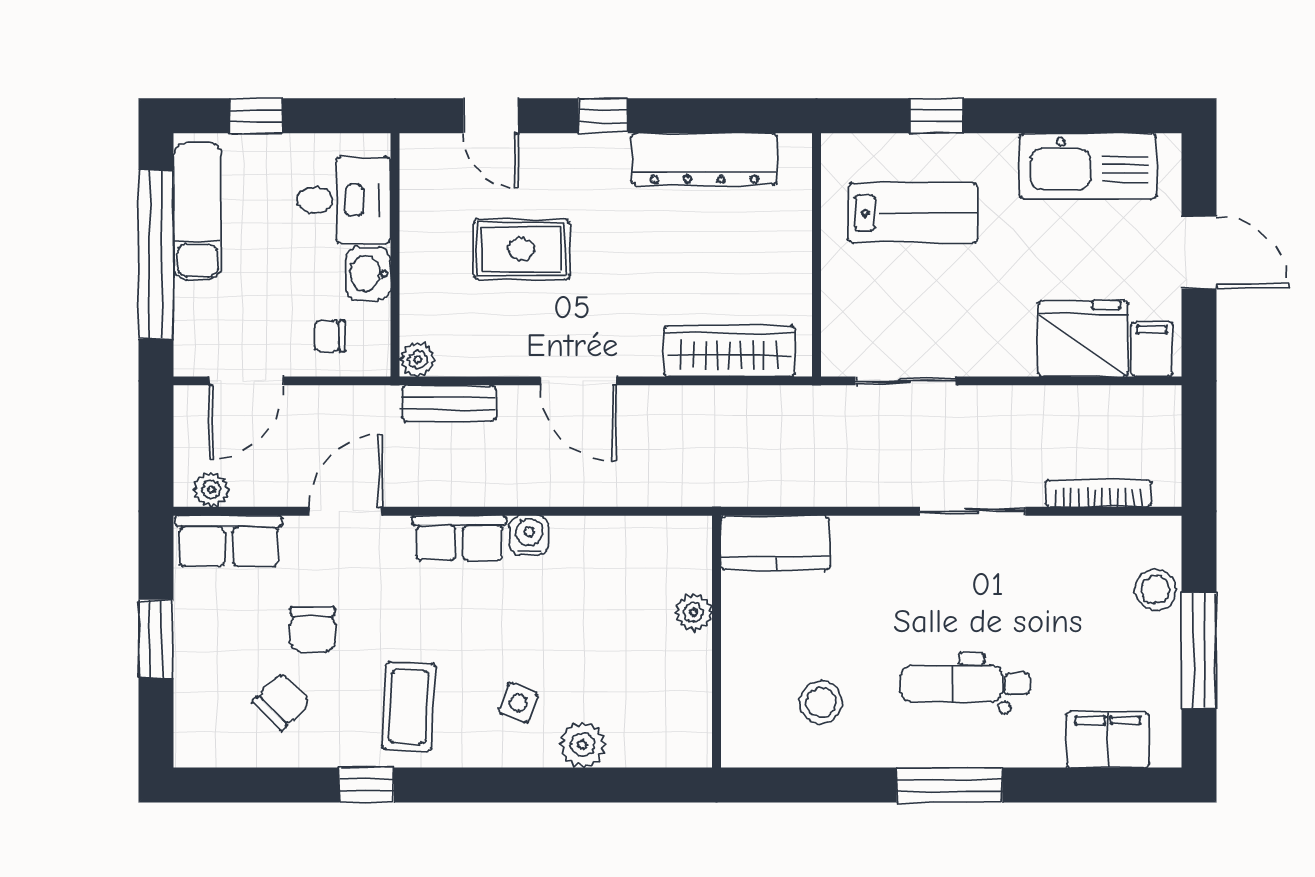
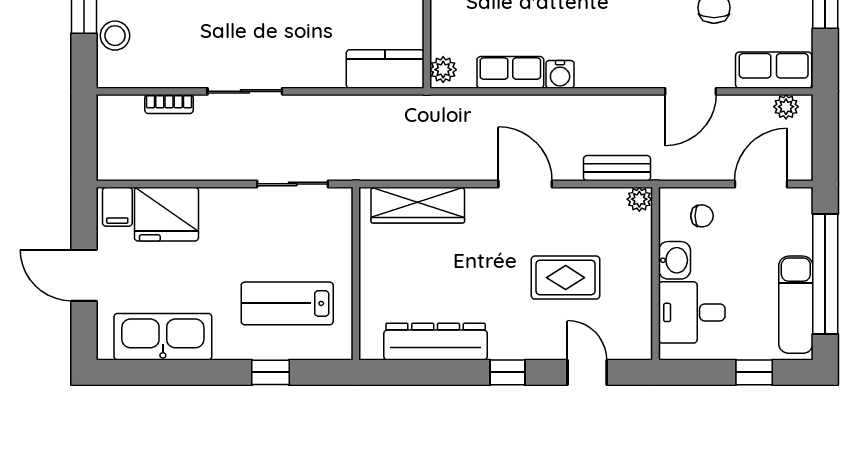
bookcase: (1098, 493) -> (169, 104), width x0.64
row of seats: (459, 538) -> (510, 72), moved
plant: (694, 613) -> (443, 70), moved

